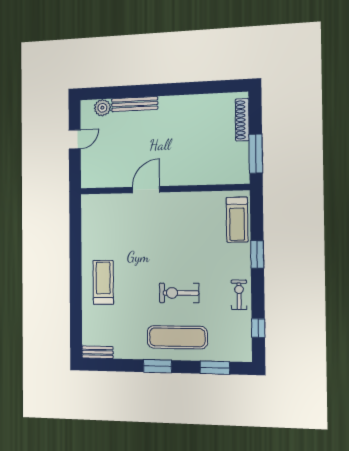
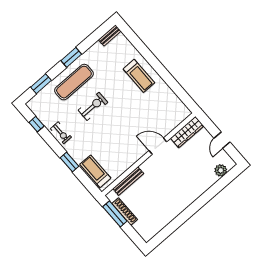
bench: (135, 104) -> (128, 181), moved
shoe rack: (242, 120) -> (125, 212), moved
wardrobe: (103, 179) -> (187, 132), added
door: (146, 190) -> (158, 146), swing flipped

